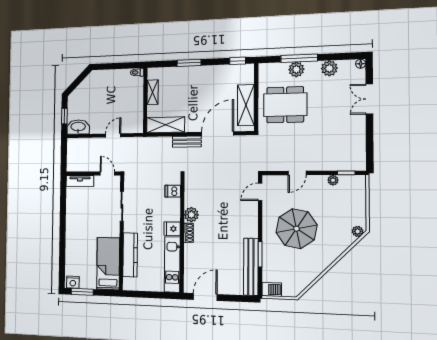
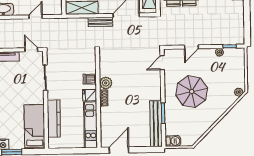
dishwasher: (173, 191) -> (90, 79), moved

